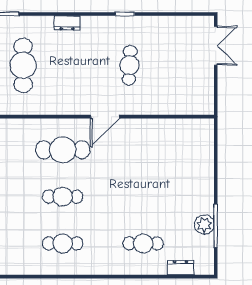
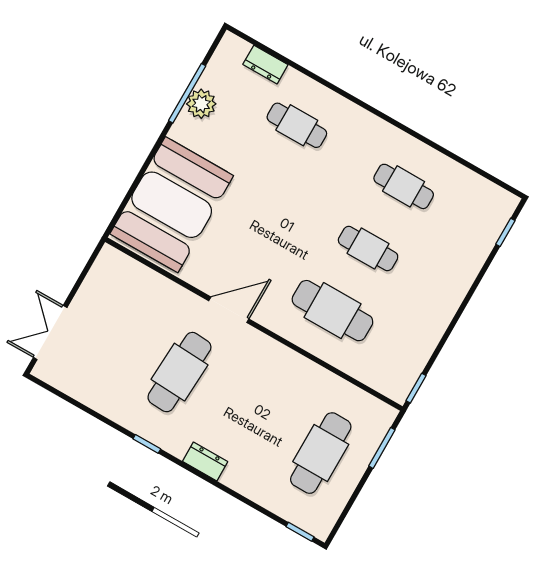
dresser: (67, 23) -> (205, 461), moved
cafe table: (129, 65) -> (179, 372), width x1.37, depth x1.35
door: (105, 117) -> (229, 310), moved
booth: (188, 158) -> (172, 205), added

